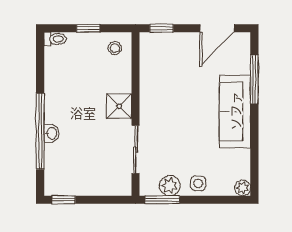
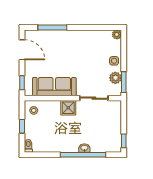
sofa: (235, 111) -> (54, 87), moved, turned 180

